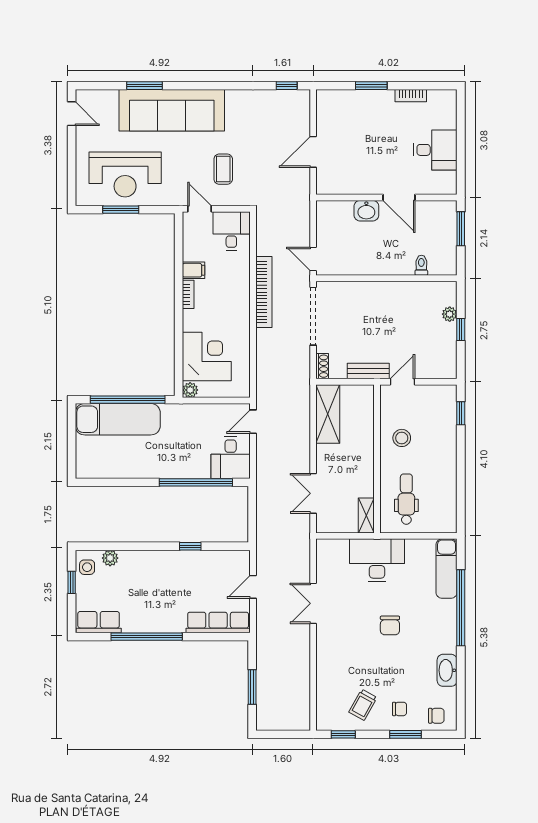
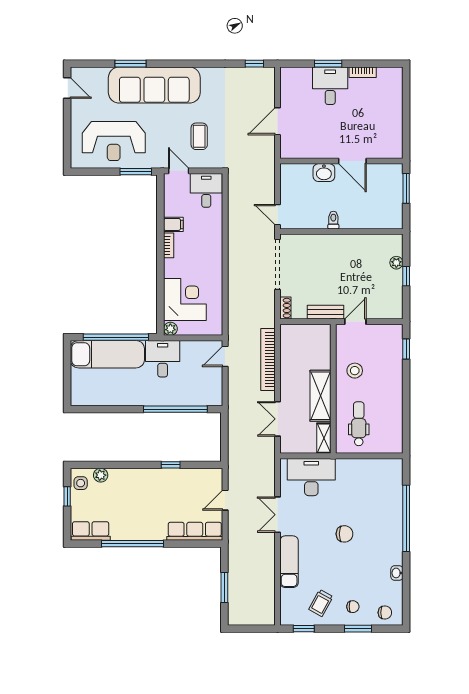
desk: (435, 150) -> (330, 86), moved, turned -90
window: (121, 210) -> (136, 172), moved
toilet: (421, 265) -> (333, 220), moved
bookcase: (264, 292) -> (268, 359), moved, turned 180
shelving: (328, 414) -> (321, 396), moved
desk: (231, 457) -> (163, 359), moved, turned 180
desk: (377, 560) -> (311, 477), moved
exam couch: (447, 569) -> (289, 562), moved, turned 180
chair: (390, 625) -> (344, 534), turned -90
washbasin: (447, 670) -> (397, 573), width x0.52, depth x0.69

